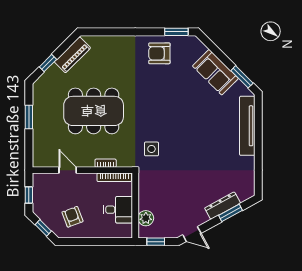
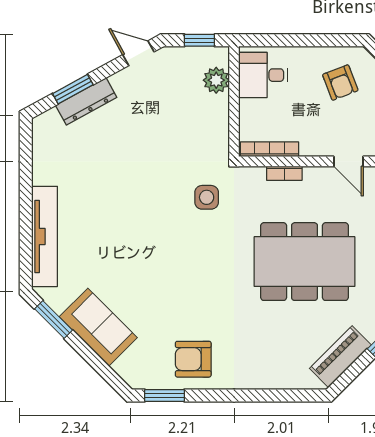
armchair: (159, 53) -> (193, 359), turned 180
desk: (118, 210) -> (263, 75), moved

